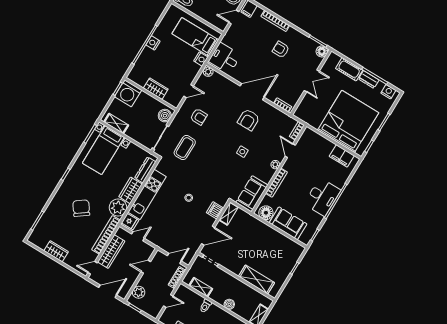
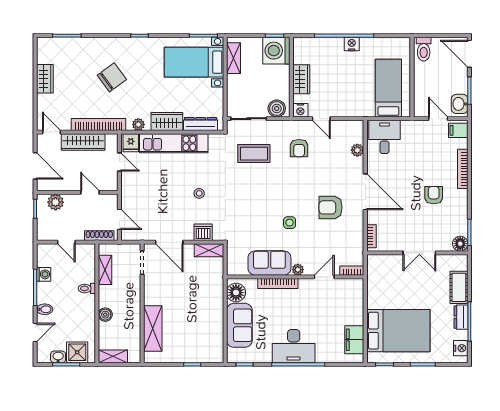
nightstand: (201, 59) -> (300, 110), moved
plant: (208, 72) -> (357, 150), moved
bed: (348, 121) -> (398, 331), width x0.73
sofa: (252, 194) -> (269, 263), moved
plant: (118, 207) -> (138, 124), width x0.53, depth x0.53

